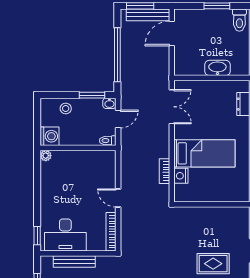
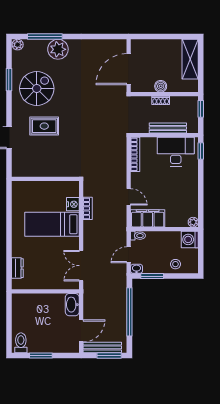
washbasin: (217, 68) -> (72, 305), moved, turned 90
filing cabinet: (97, 160) -> (148, 218), added
door: (118, 198) -> (129, 197), moved

